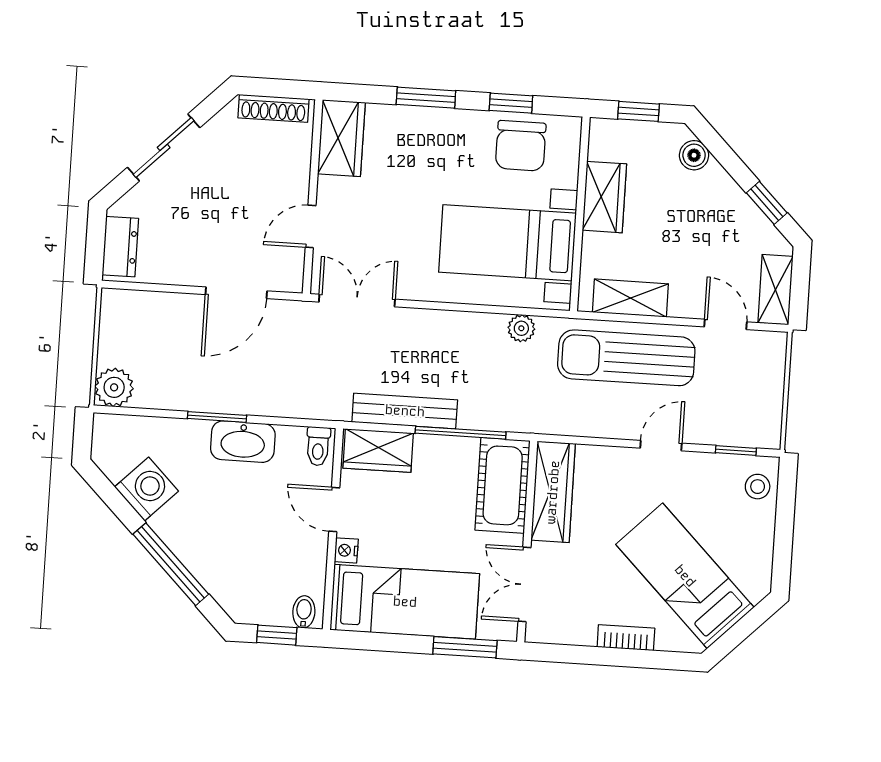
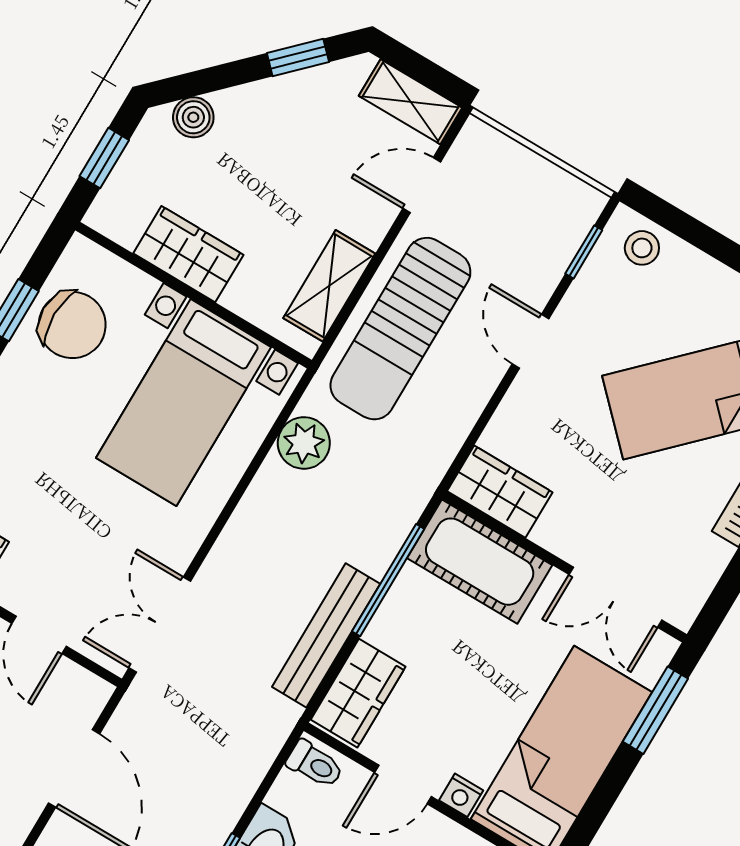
plant: (521, 328) -> (304, 443), width x1.38, depth x1.38
wardrobe: (553, 492) -> (500, 492), width x0.67

